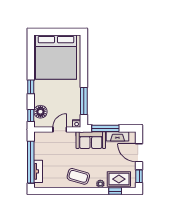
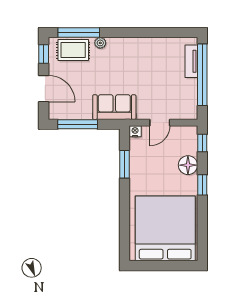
window: (84, 101) -> (124, 164), width x0.69
floor lamp: (40, 112) -> (188, 165), moved
window: (105, 128) -> (78, 124), moved
fireplace: (117, 136) -> (75, 113), removed
coffee table: (78, 176) -> (133, 54), removed
window: (115, 191) -> (79, 32), width x2.17

